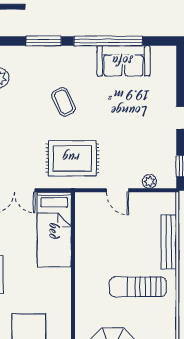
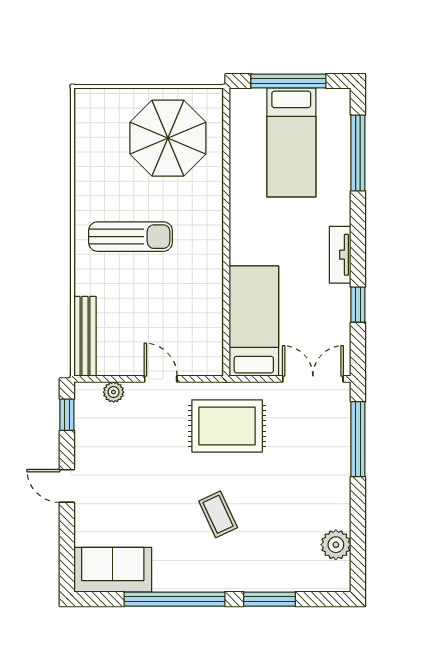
sofa: (123, 61) -> (113, 570), moved
coffee table: (64, 102) -> (218, 514), moved
bench: (169, 242) -> (85, 336), moved

